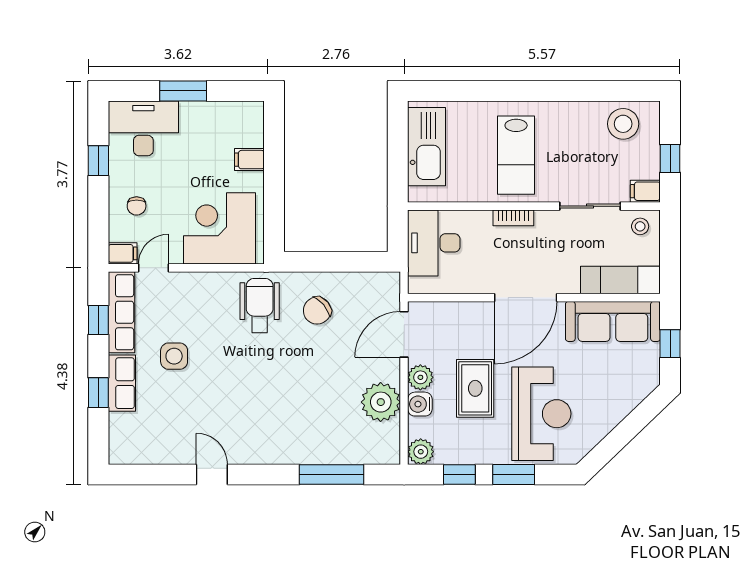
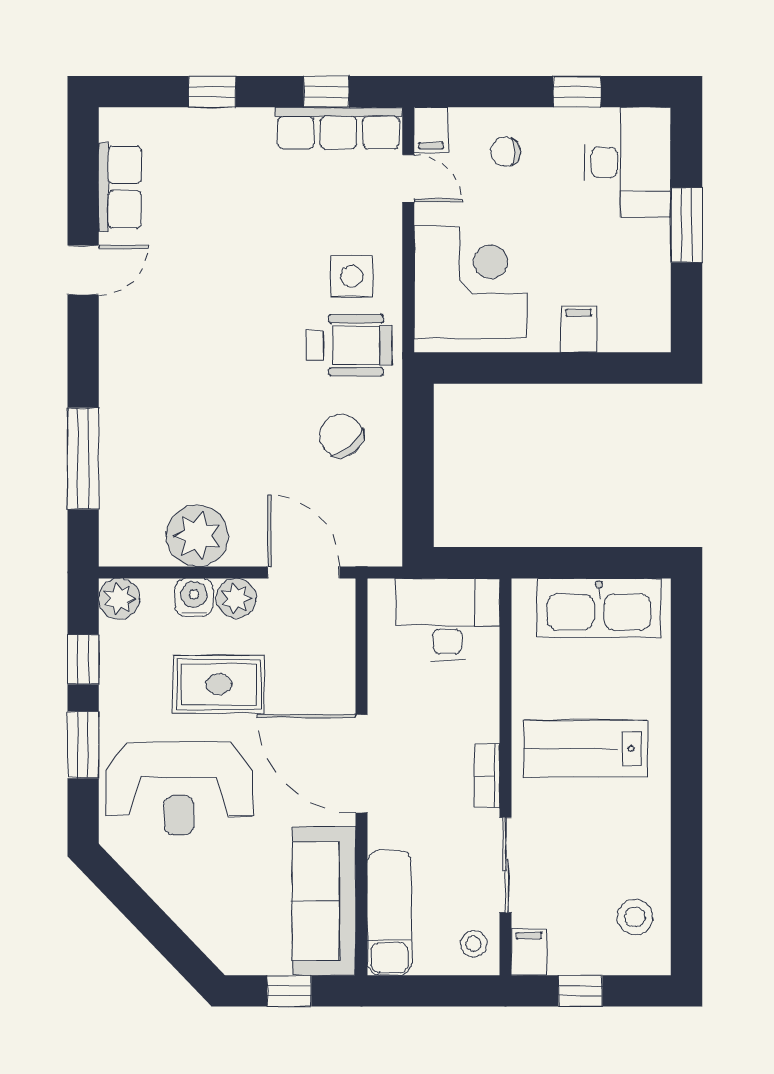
stool: (623, 124) -> (635, 917), width x0.73, depth x0.73
bookcase: (513, 218) -> (487, 776), moved
side table: (174, 356) -> (352, 276), moved
row of seats: (122, 383) -> (120, 187), moved, turned -90

